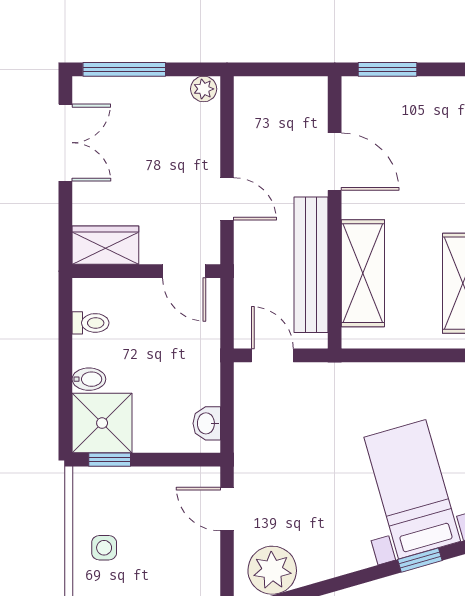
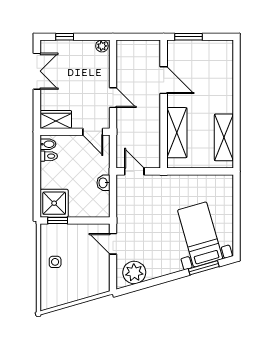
window: (124, 69) -> (65, 37), width x0.46
bench: (311, 265) -> (153, 129), removed
bidet: (89, 379) -> (48, 144), moved
washbasin: (207, 423) -> (103, 183), moved
window: (420, 560) -> (204, 268), width x1.50

